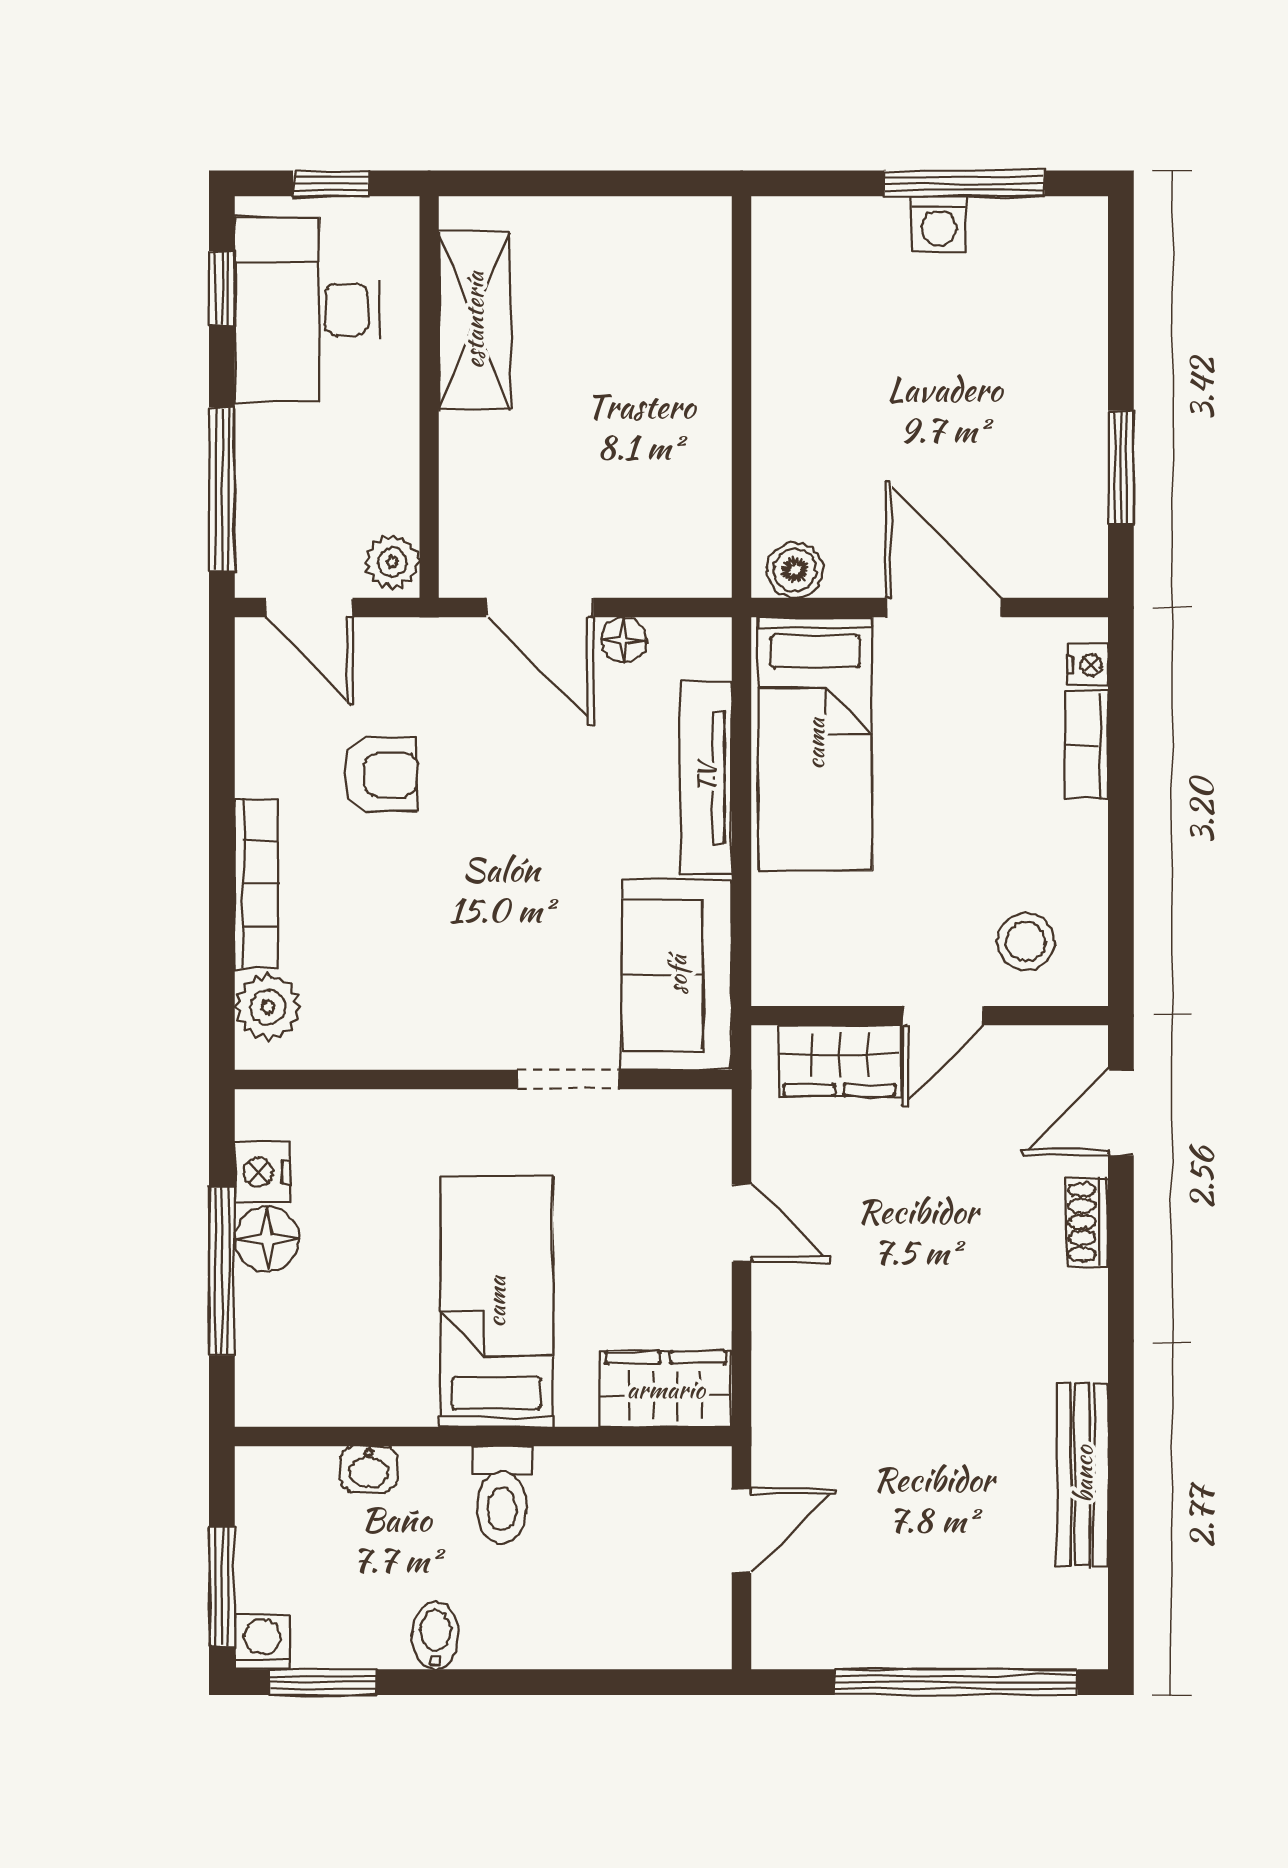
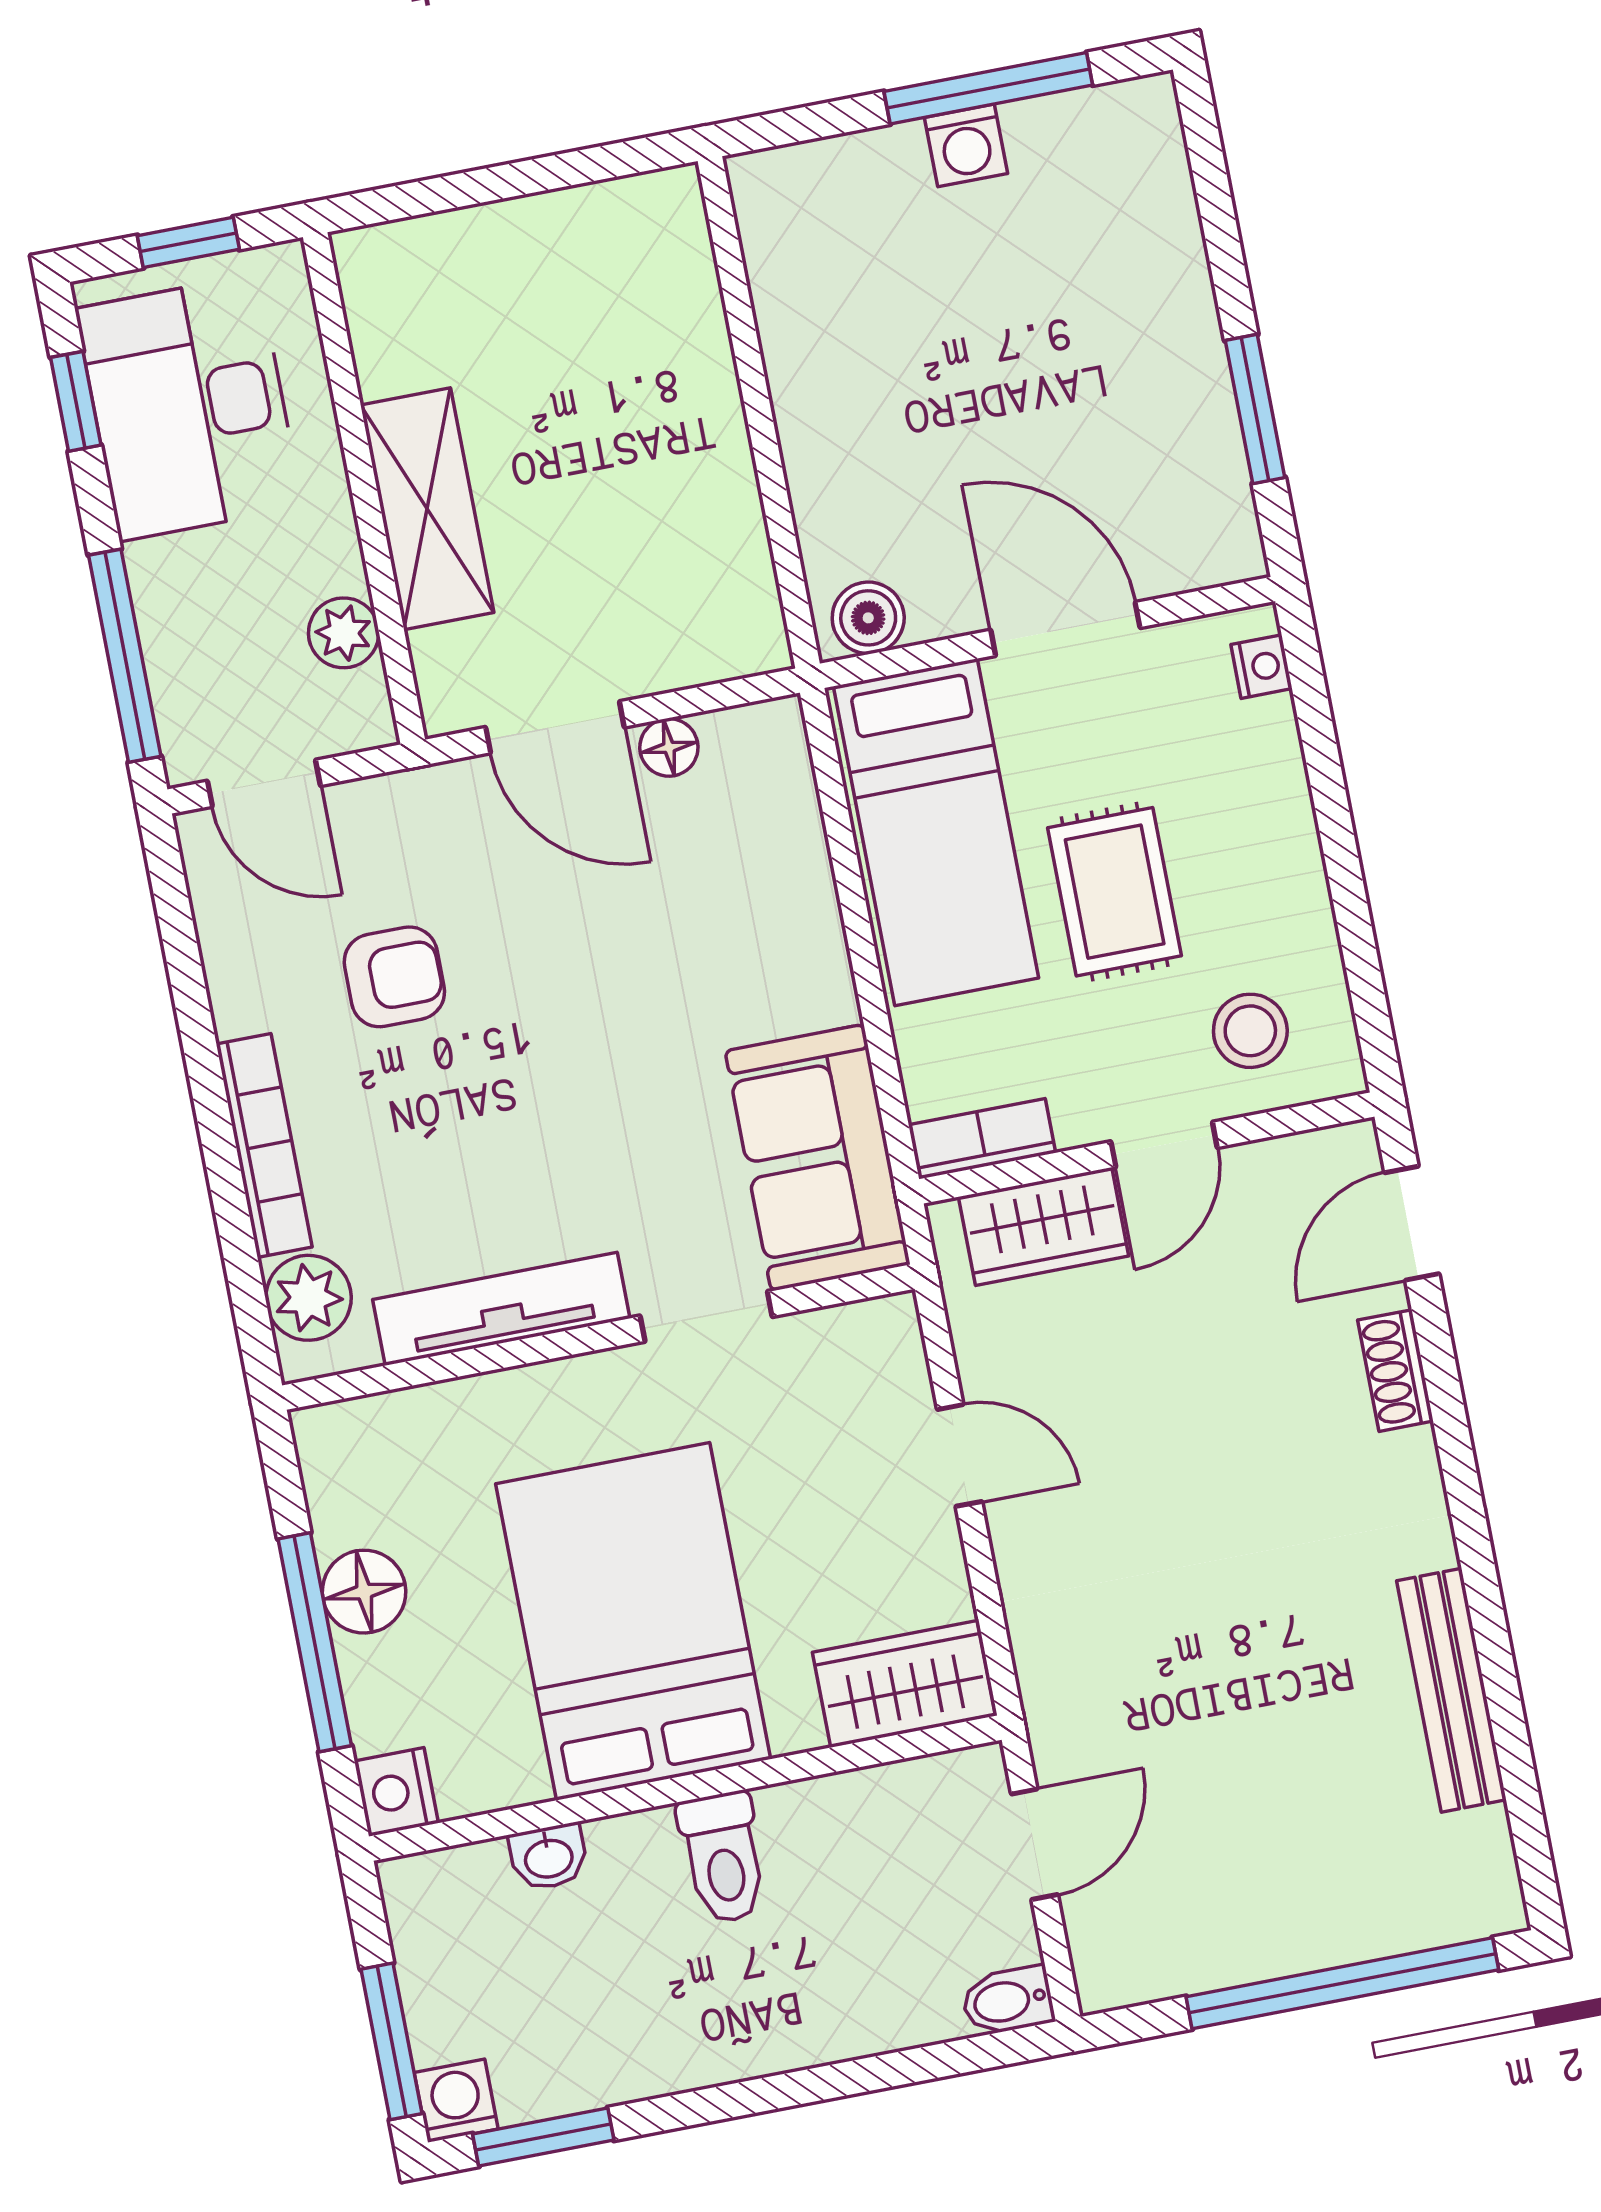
shelving: (474, 320) -> (427, 509), moved
plant: (392, 562) -> (344, 633), moved
bookcase: (1087, 746) -> (982, 1139), moved, turned 90
tv unit: (706, 778) -> (501, 1309), moved, turned 90
rug: (943, 815) -> (1115, 892), added
nightstand: (262, 1172) -> (396, 1792), moved
bed: (496, 1302) -> (633, 1621), width x1.50
bidet: (435, 1635) -> (1008, 2001), moved, turned -90

